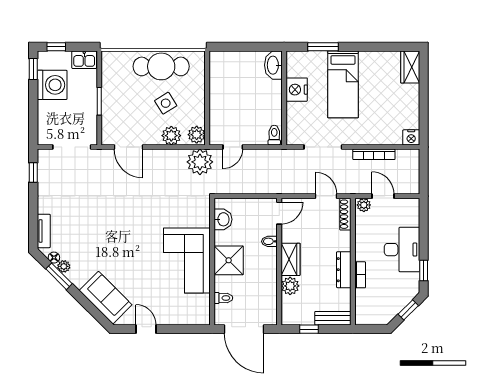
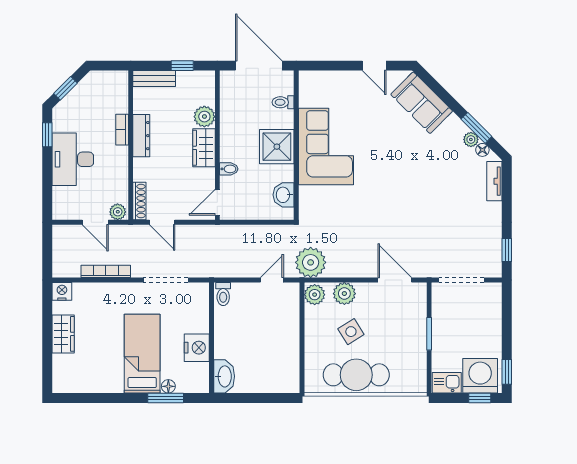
floor lamp: (321, 57) -> (168, 386), added
wardrobe: (410, 67) -> (63, 334), moved
washing machine: (52, 85) -> (480, 376), moved, turned 90

